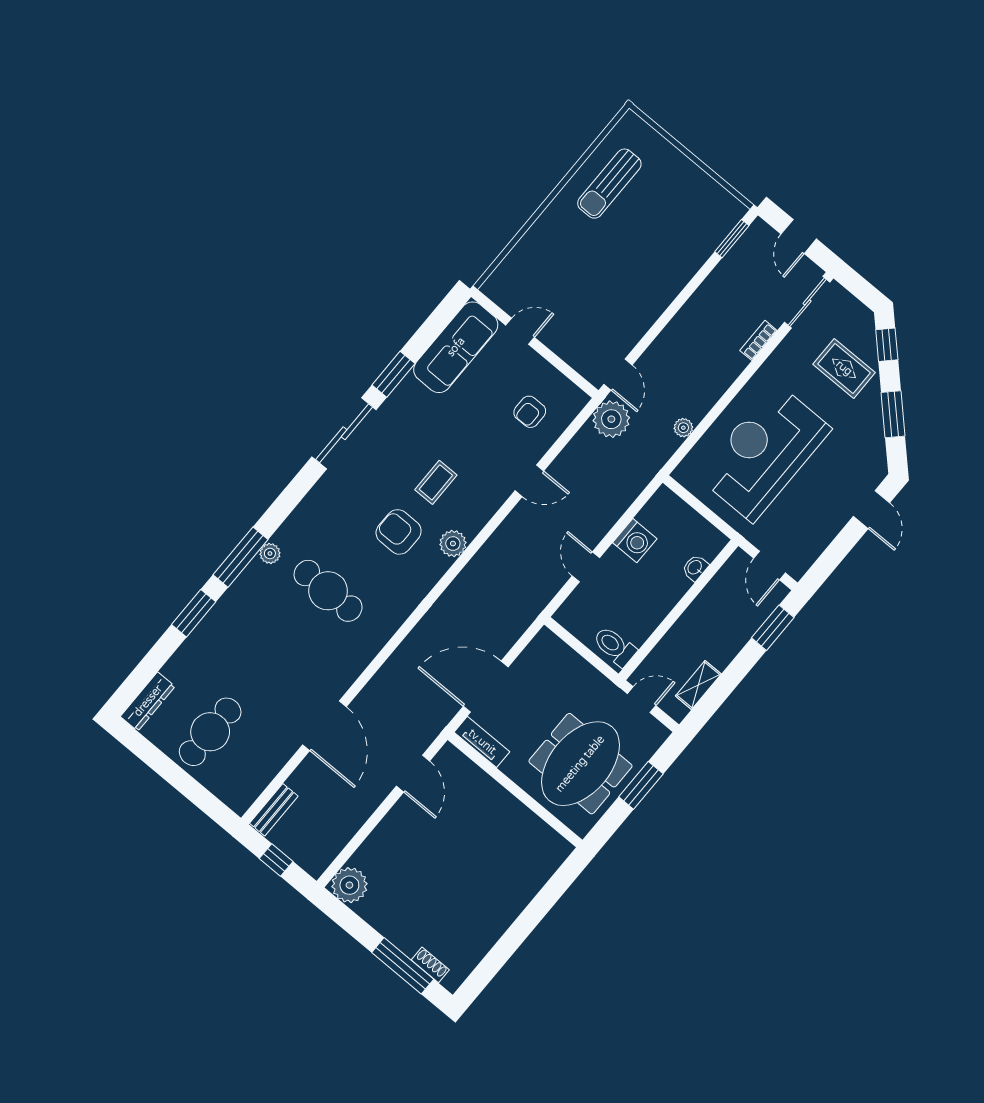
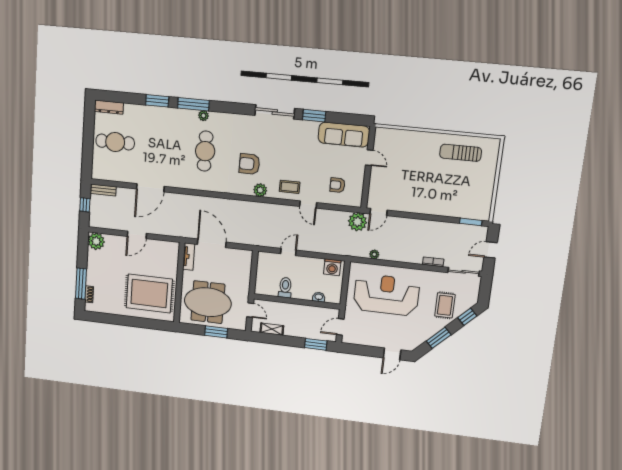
coffee table: (436, 482) -> (290, 187), moved
armchair: (399, 532) -> (249, 164), turned -90
washing machine: (635, 541) -> (332, 267), moved
toilet: (615, 646) -> (285, 288), moved
door: (413, 774) -> (137, 235), moved
rug: (499, 856) -> (149, 293), added

